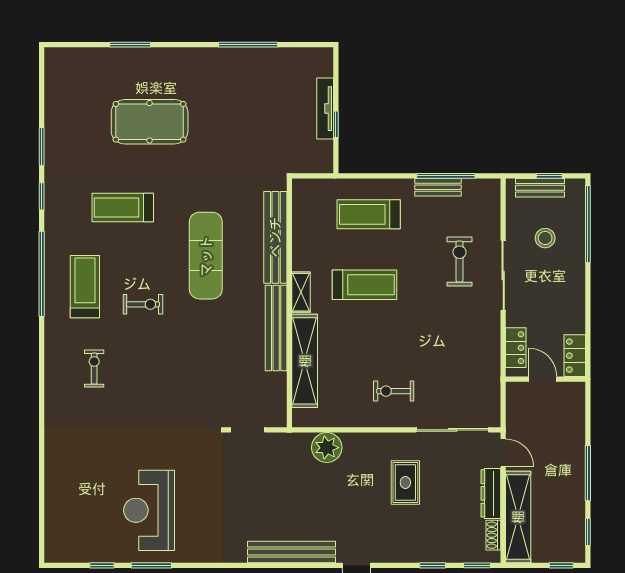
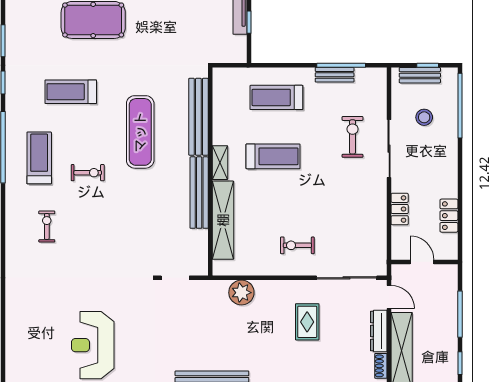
door: (543, 379) -> (422, 262), moved
wall: (546, 379) -> (424, 262), moved

